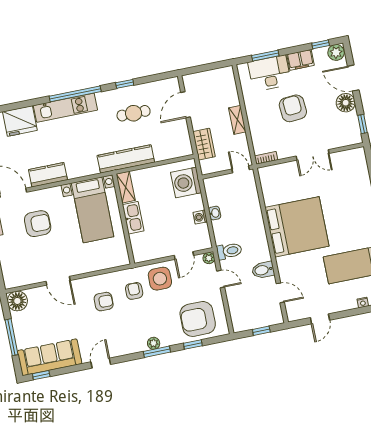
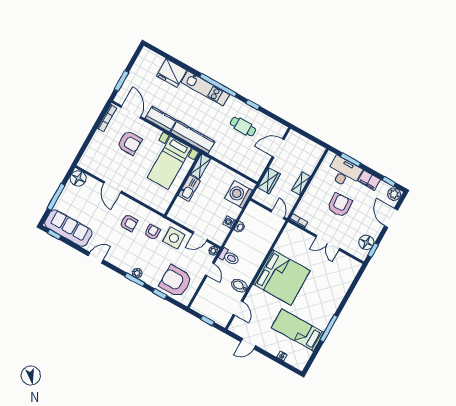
floor lamp: (346, 103) -> (366, 242), moved
kitchen counter: (126, 159) -> (193, 137), moved

